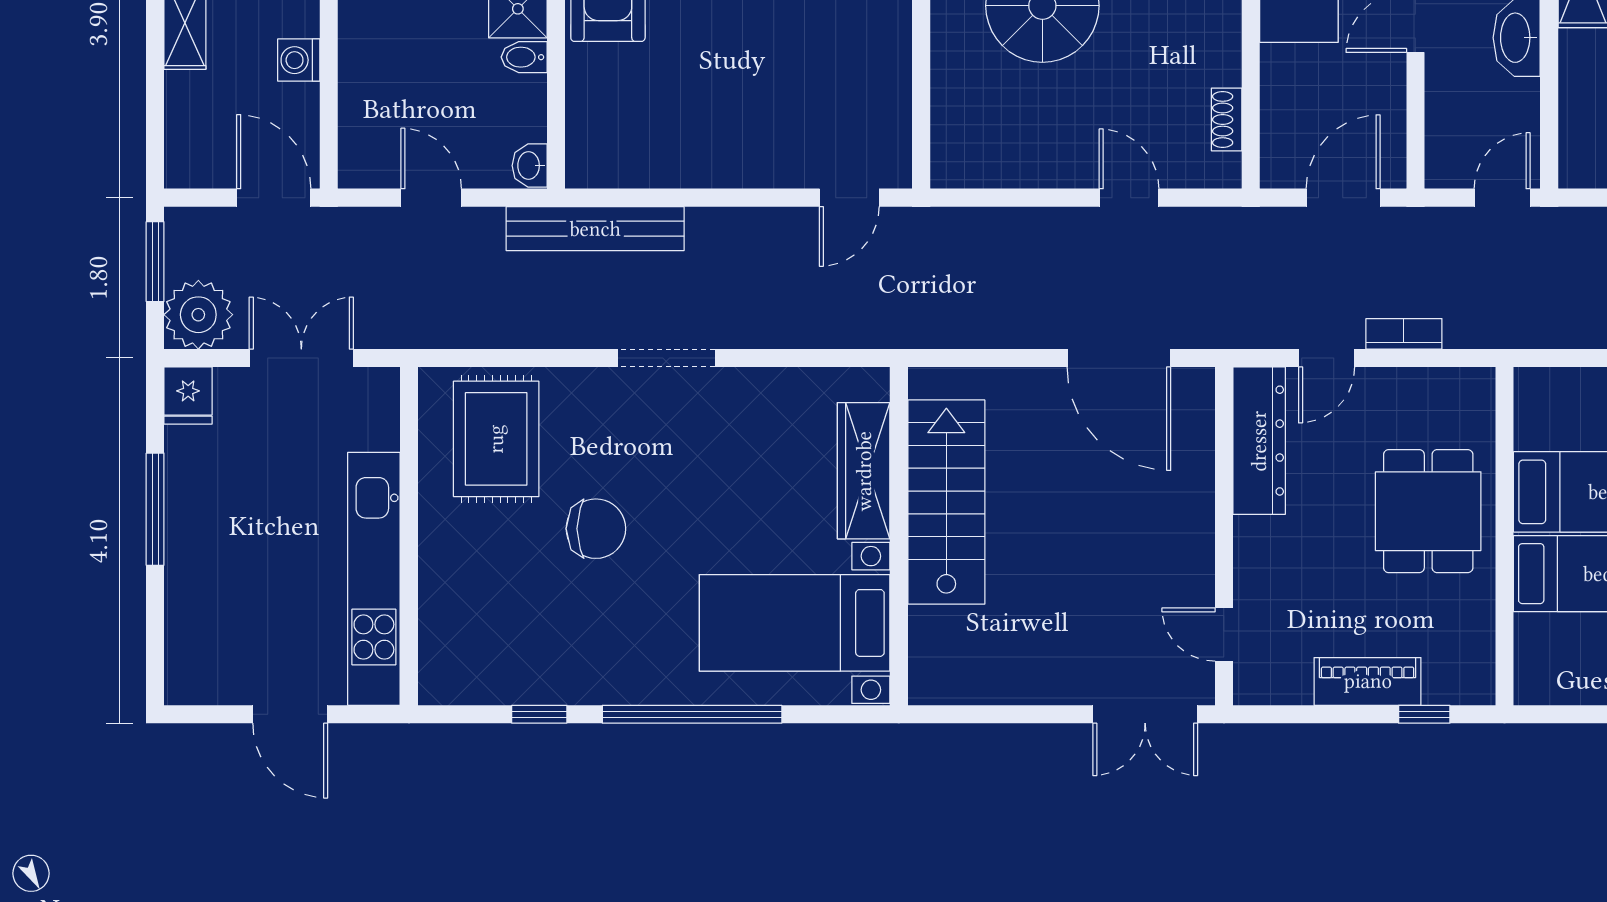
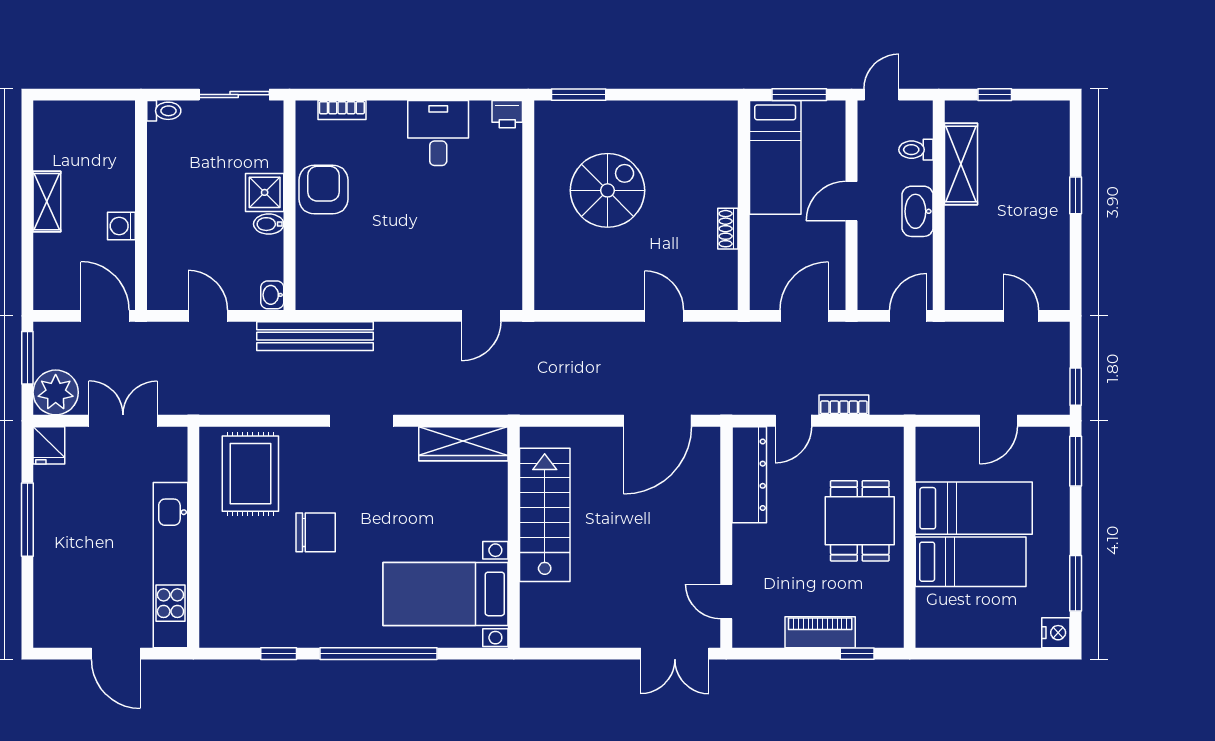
shoe rack: (1227, 120) -> (728, 229), moved
door: (1119, 358) -> (658, 421), hinge flipped
wardrobe: (864, 471) -> (463, 444), moved, turned -90

